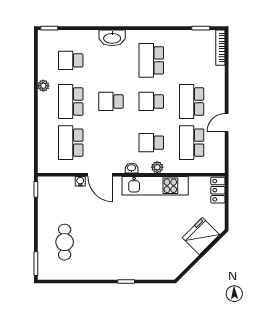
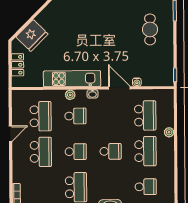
plant: (43, 86) -> (169, 132), moved
locker: (218, 190) -> (18, 65), moved

